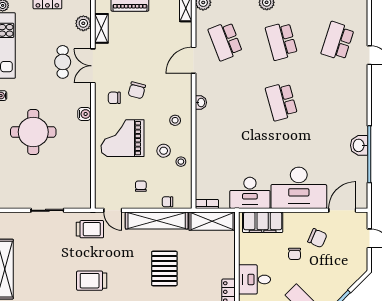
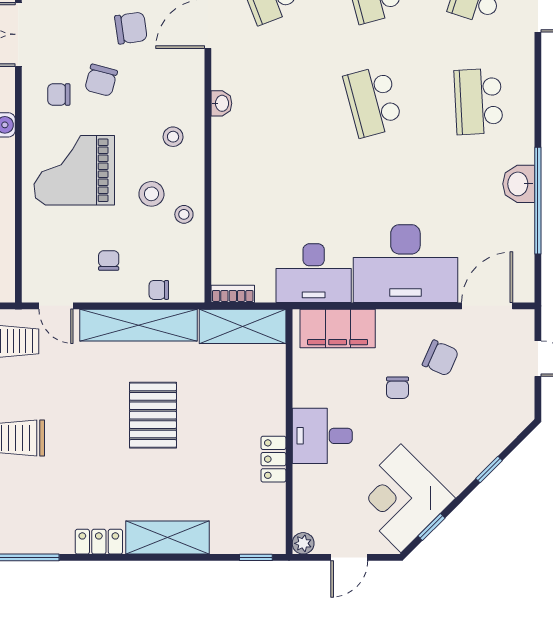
chair: (153, 62) -> (131, 28), added
school desk: (338, 102) -> (478, 102), added

